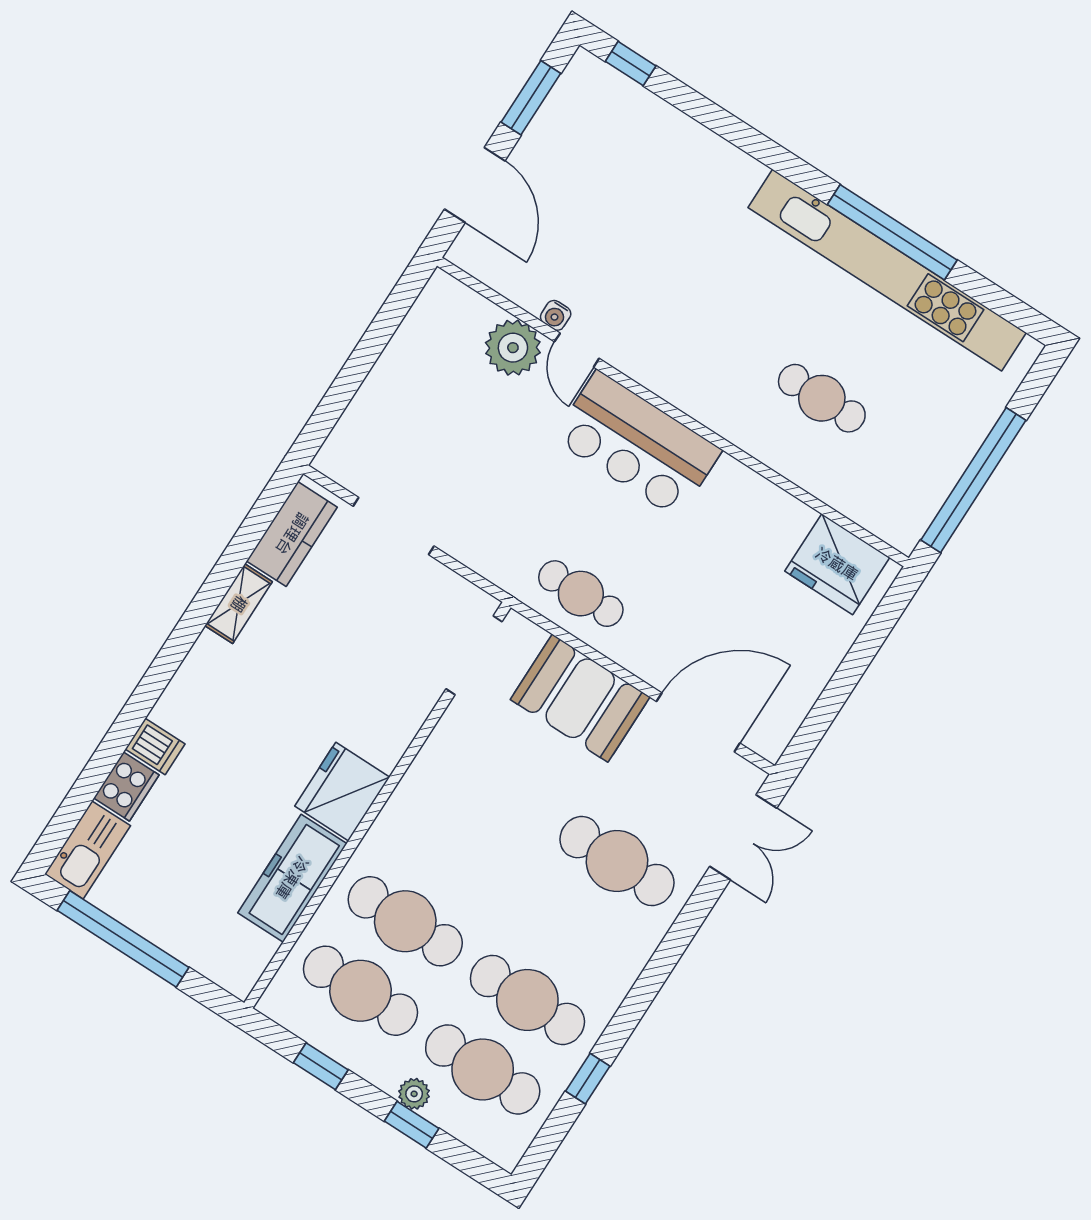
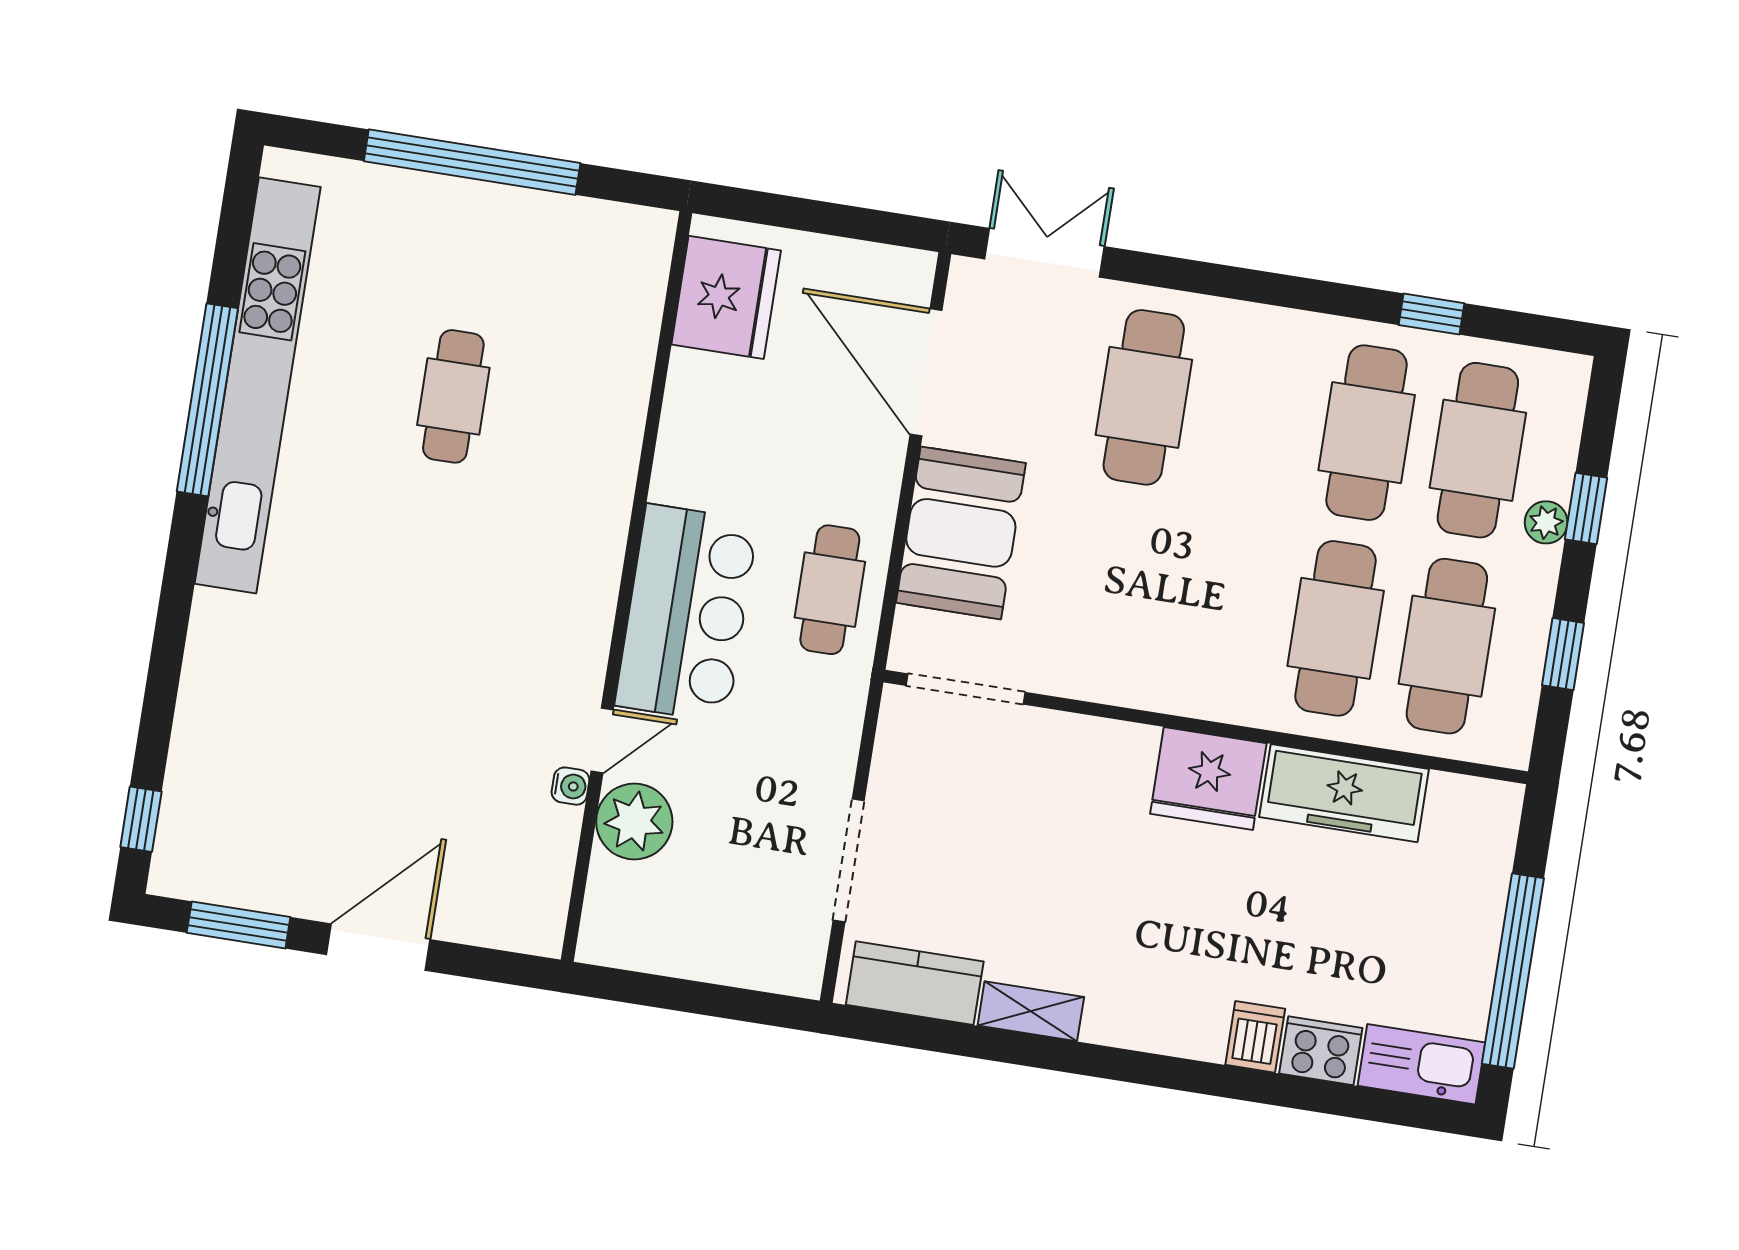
water cooler: (556, 315) -> (570, 786), moved
plant: (513, 348) -> (634, 822), moved
door: (577, 350) -> (602, 740), moved
wall: (673, 412) -> (627, 586), moved
bar counter: (637, 444) -> (687, 613), moved
fridge: (837, 564) -> (726, 297), moved

